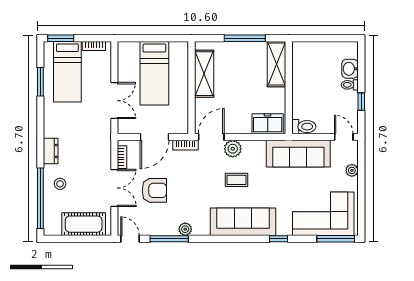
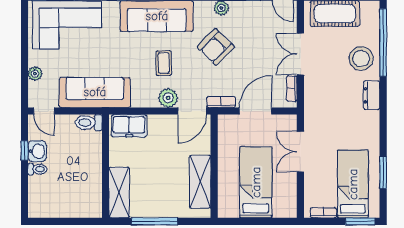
washbasin: (350, 69) -> (37, 151), moved
coffee table: (237, 180) -> (164, 63), turned 90
stool: (60, 184) -> (361, 59), width x1.89, depth x1.89
armchair: (154, 190) -> (216, 47), moved, turned -46

